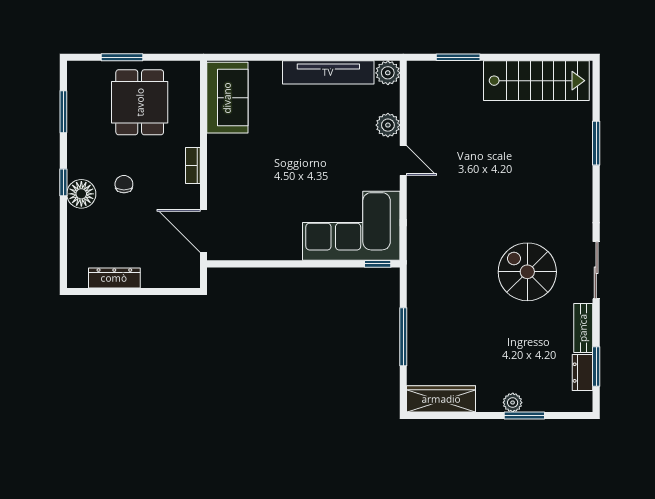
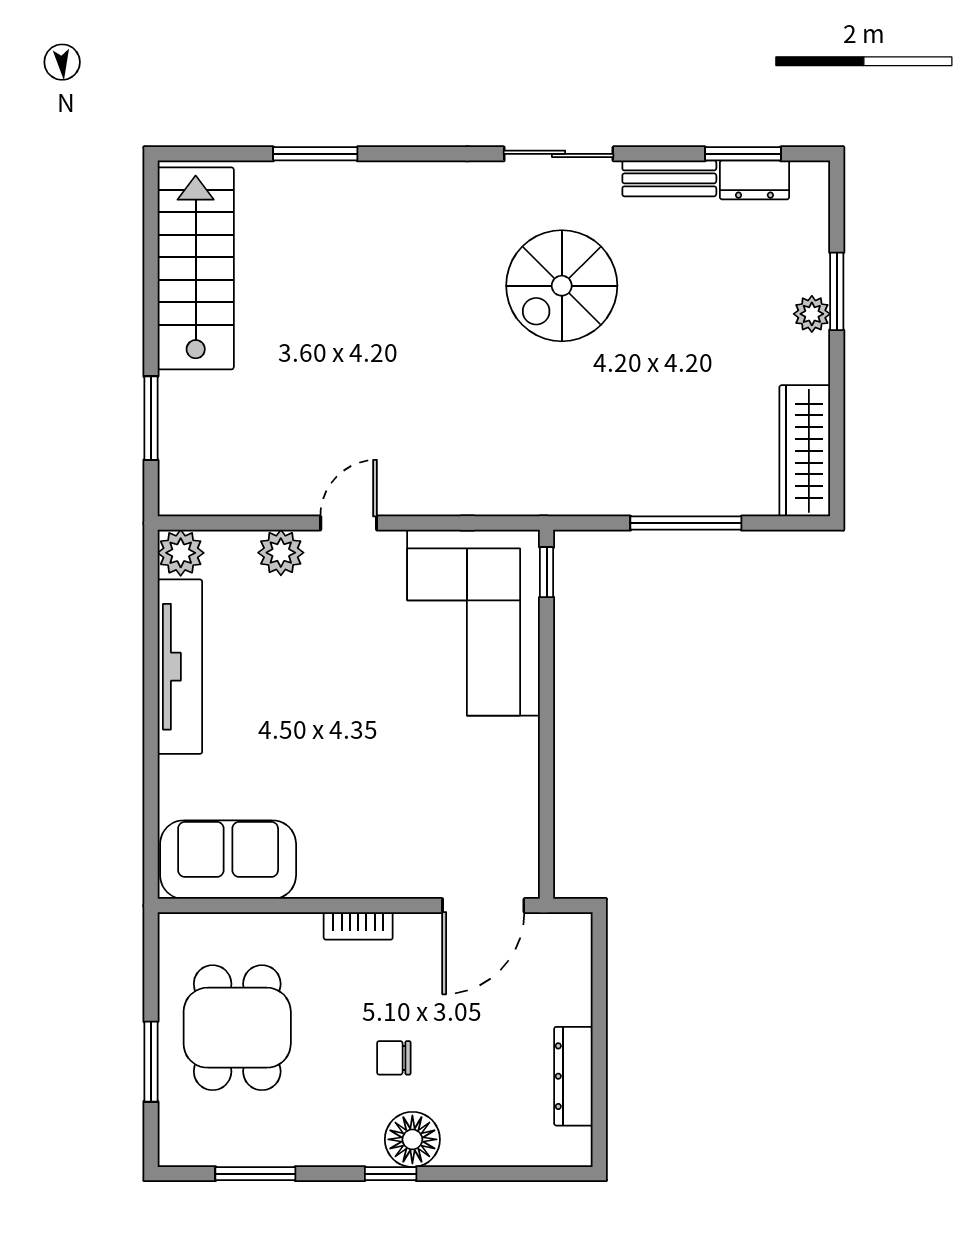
dining table: (140, 102) -> (237, 1028), turned 90

